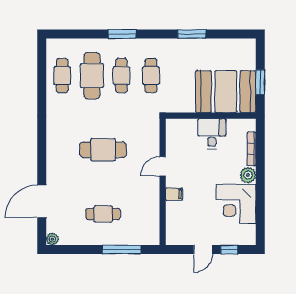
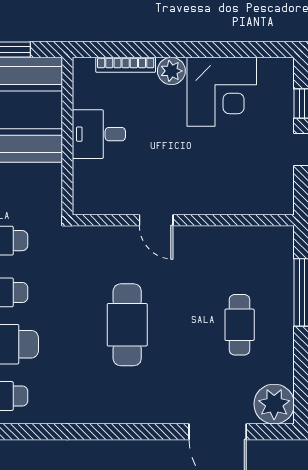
filing cabinet: (174, 194) -> (205, 200), removed
plant: (52, 239) -> (274, 404), width x1.88, depth x1.88

